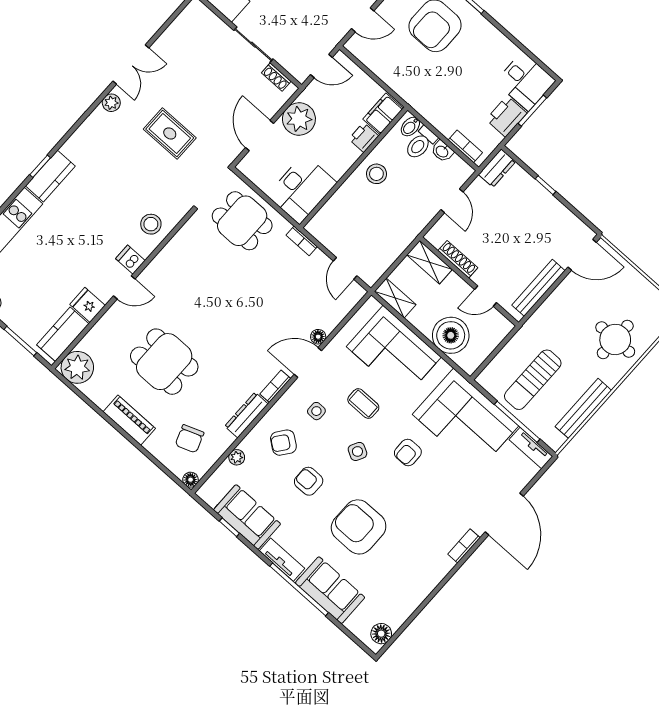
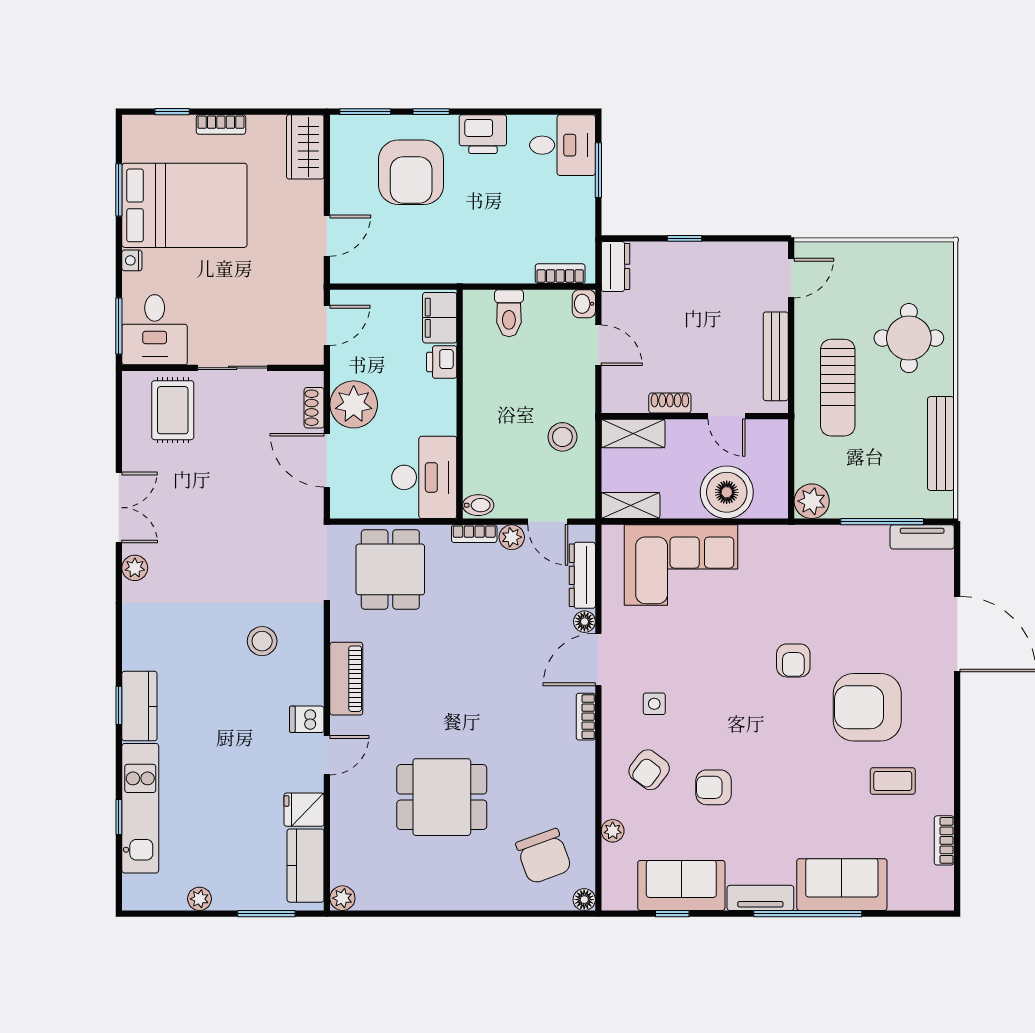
shoe rack: (276, 77) -> (314, 408), moved, turned 90
printer: (506, 116) -> (483, 134), moved, turned -90
bidet: (410, 127) -> (478, 505), moved, turned -90
rug: (170, 133) -> (173, 410), moved, turned 90
washbasin: (442, 151) -> (584, 304), moved, turned 90
stool: (376, 174) -> (562, 437), moved
dining table: (242, 221) -> (390, 569), turned 90
stool: (151, 224) -> (262, 641), moved
door: (582, 255) -> (791, 278), width x0.73
shoe rack: (458, 259) -> (670, 403), width x0.70
plant: (319, 260) -> (512, 537), added
door: (486, 296) -> (726, 416), hinge flipped
plant: (77, 367) -> (342, 898), width x0.53, depth x0.53
plant: (490, 379) -> (812, 501), added
sun lounger: (533, 380) -> (838, 388), moved
coffee table: (363, 404) -> (893, 781), moved
dresser: (246, 415) -> (582, 575), moved
piano: (129, 420) -> (346, 679), moved, turned 90
corner sofa: (465, 420) -> (825, 570), removed
chair: (190, 439) -> (544, 856), width x1.37, depth x1.37
side table: (357, 451) -> (738, 708), removed
armchair: (359, 527) -> (867, 707), moved
bookcase: (464, 546) -> (944, 840), moved
floor lamp: (381, 634) -> (939, 882), removed

